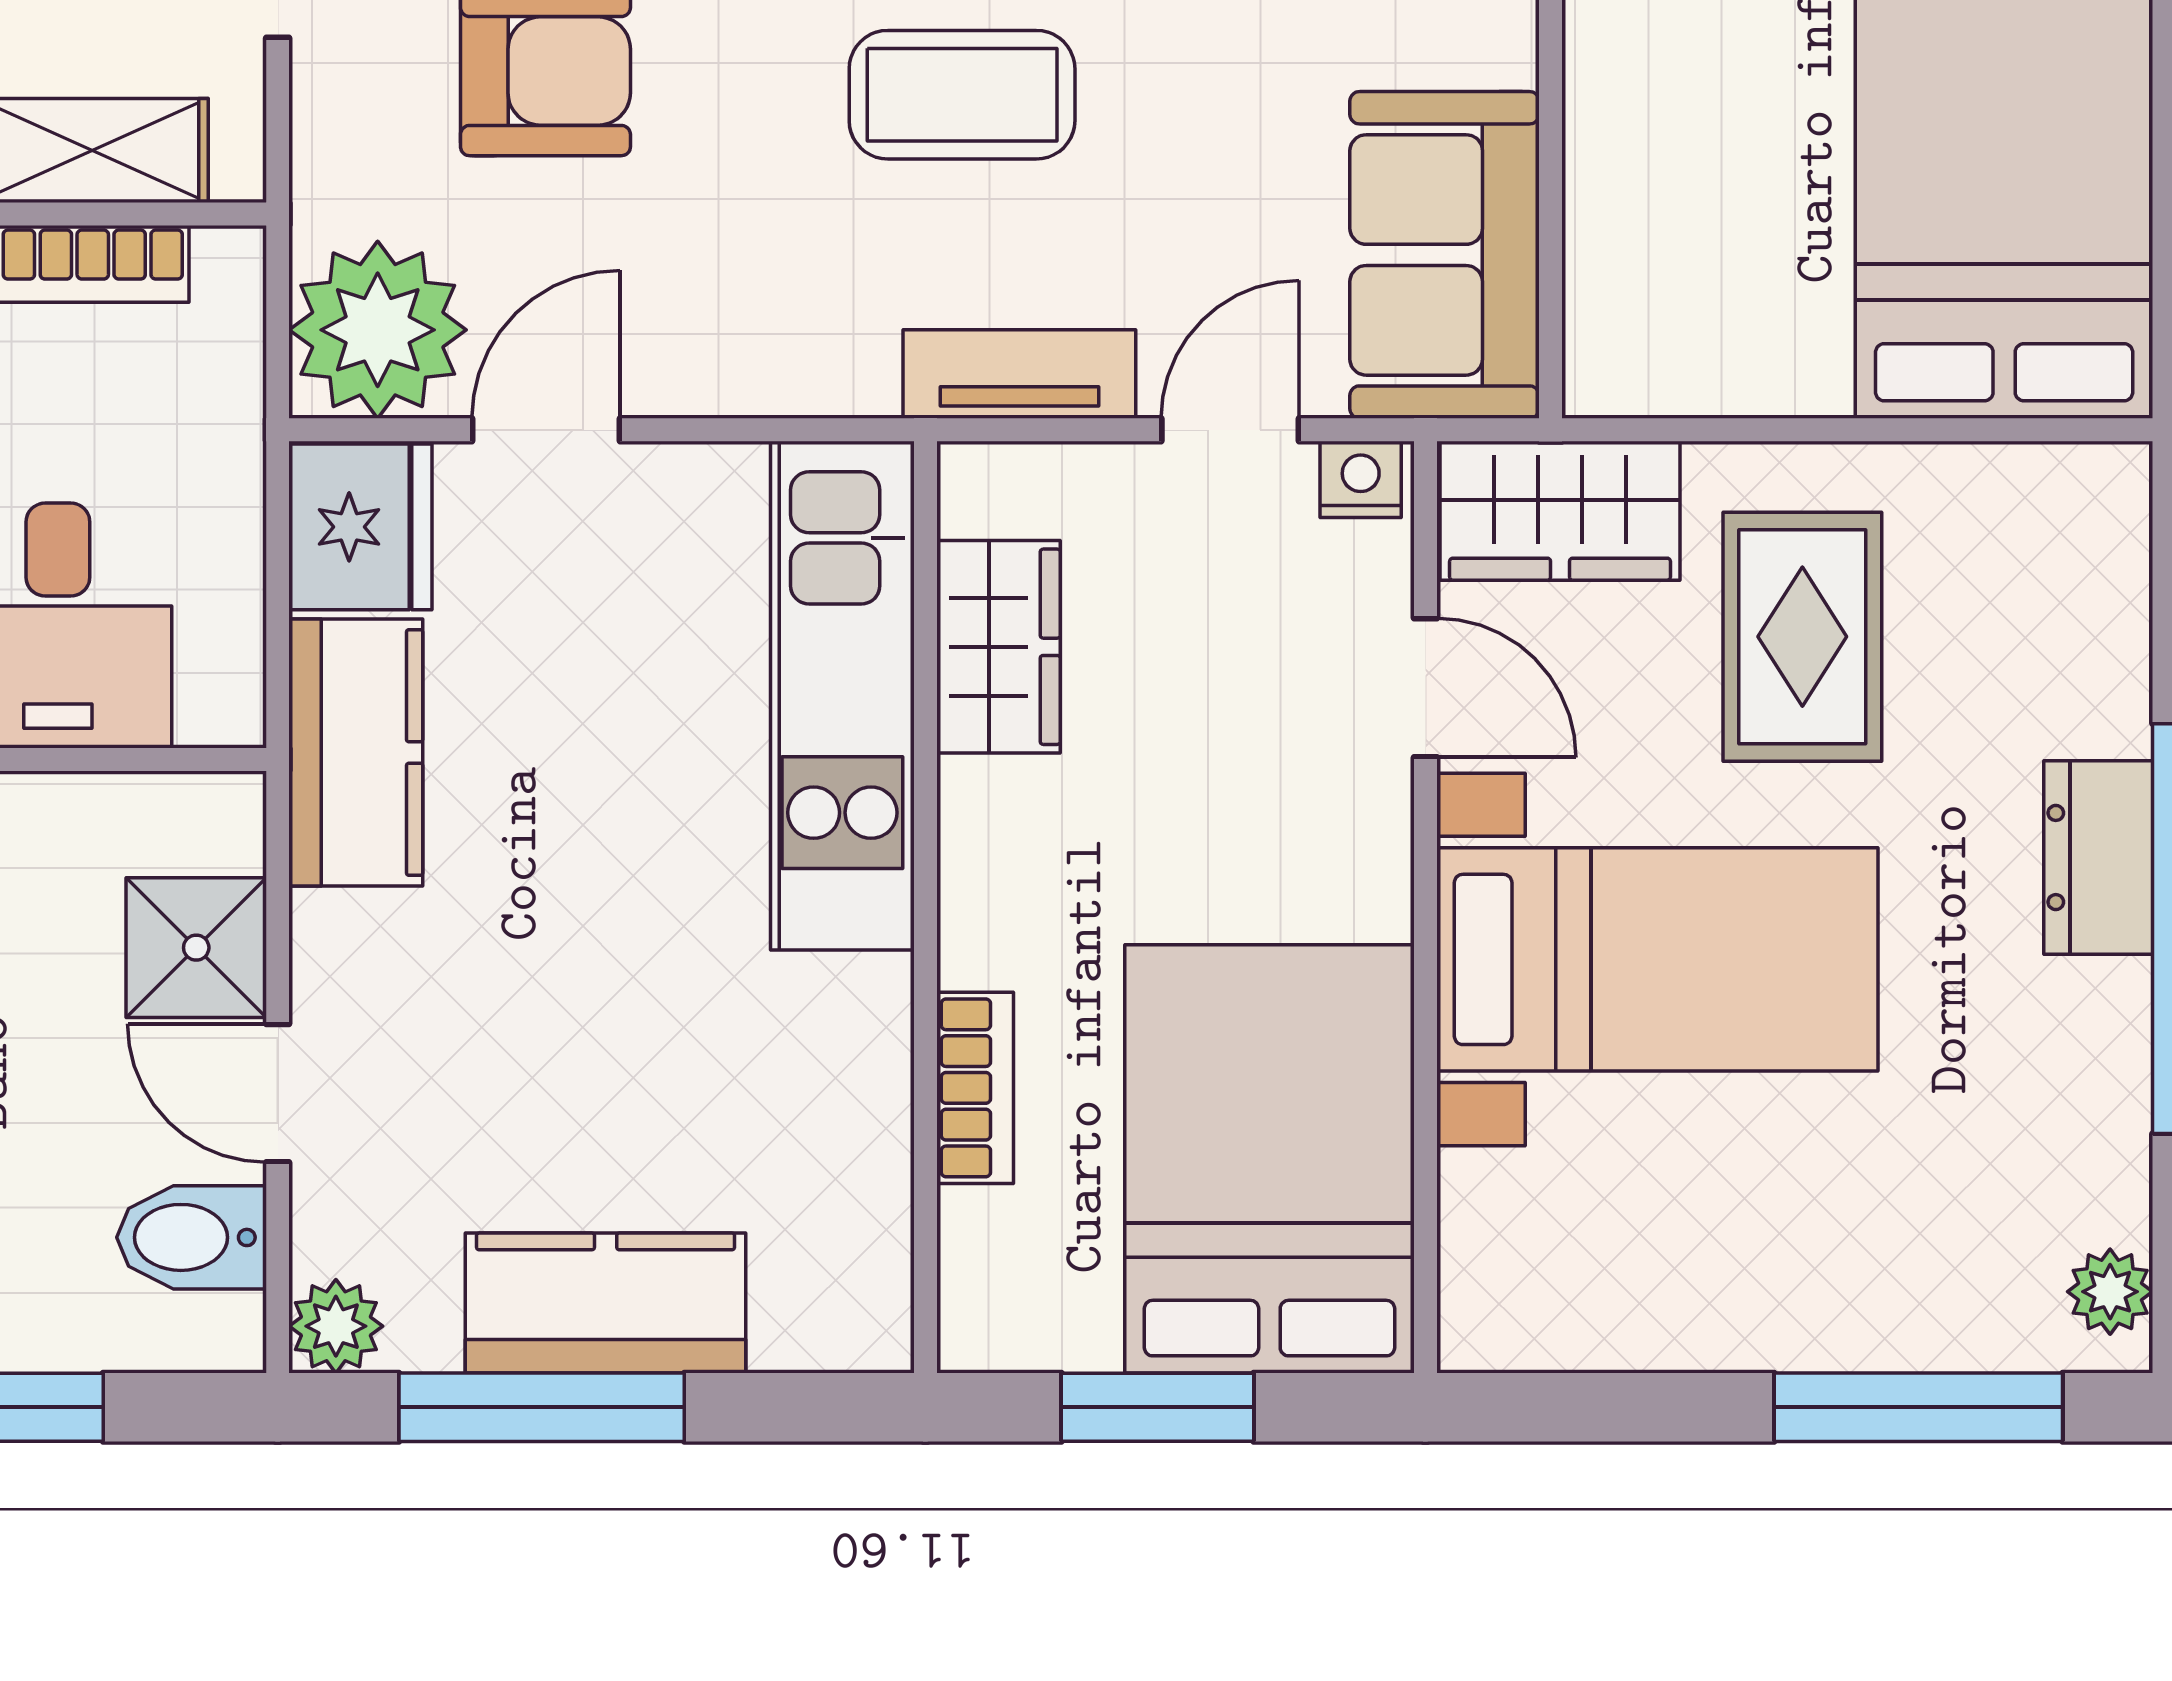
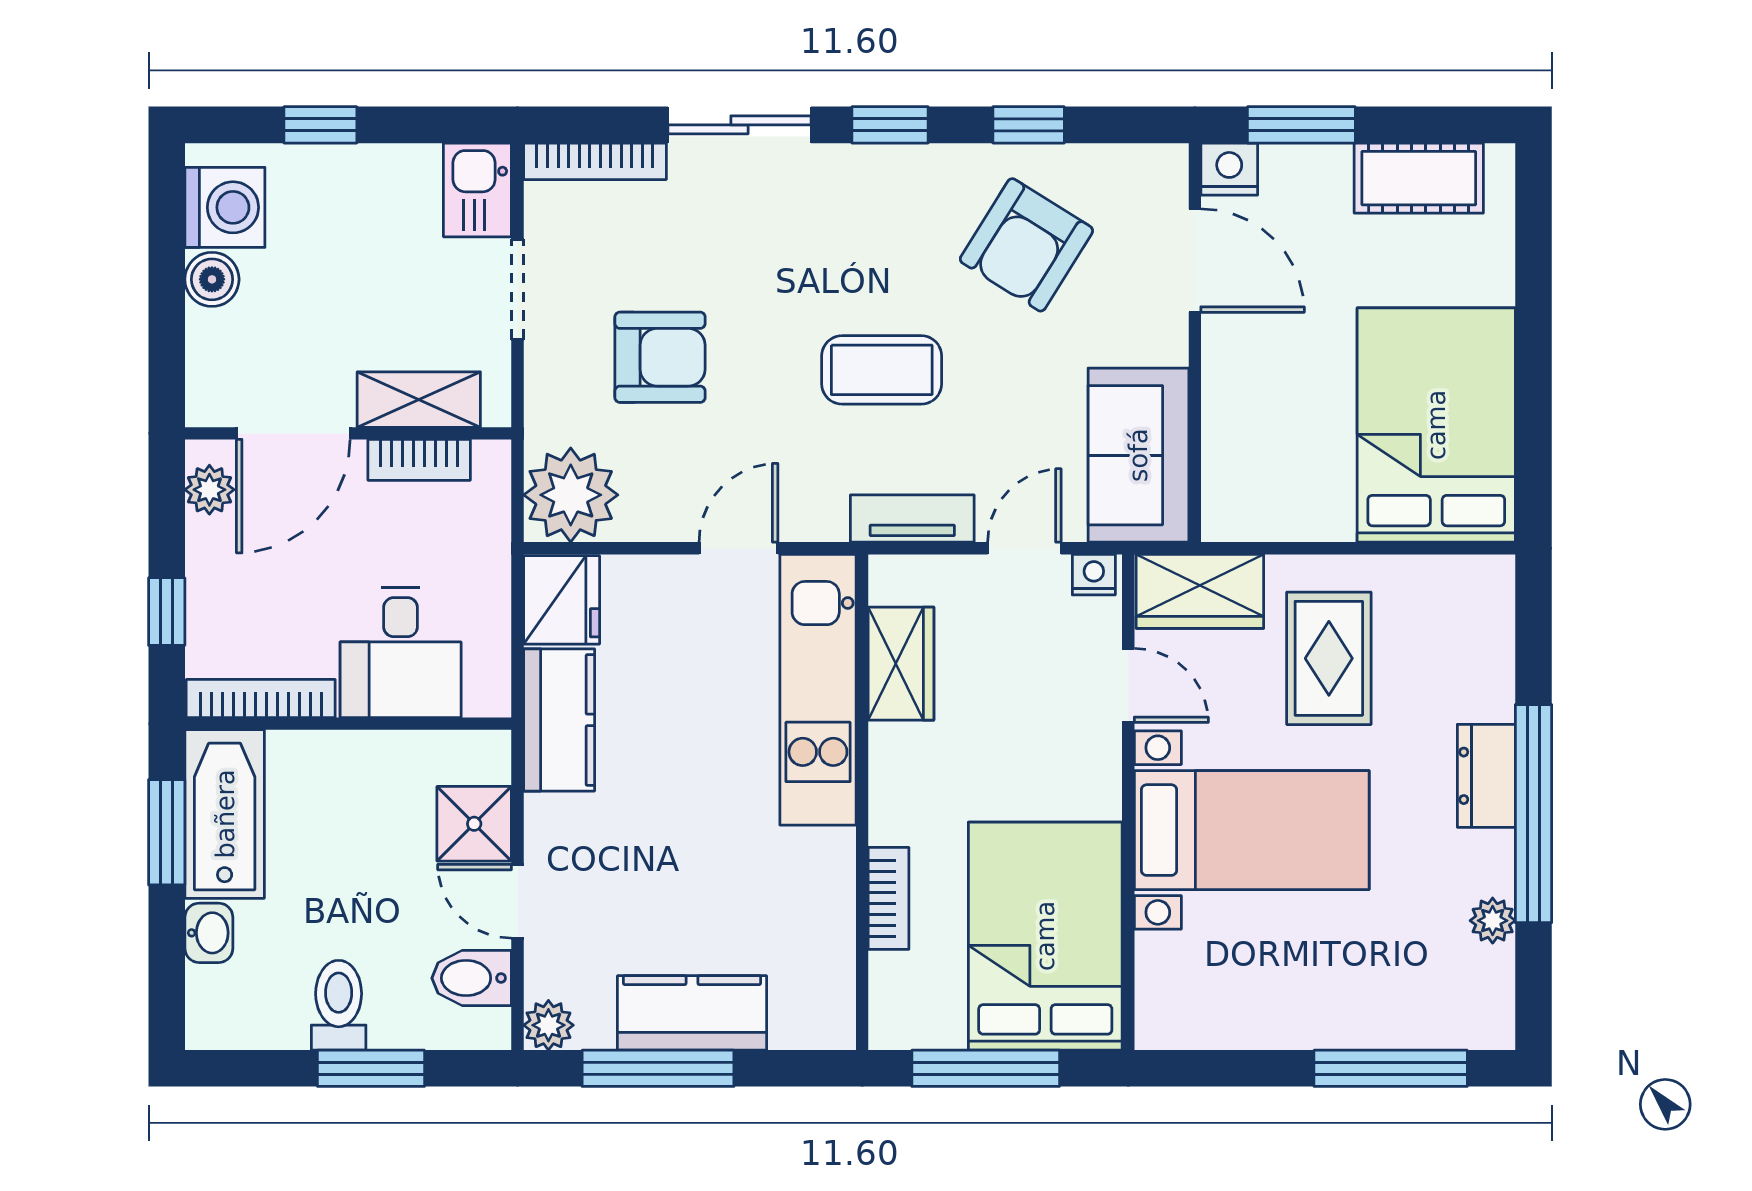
door: (546, 430) -> (738, 548), moved
plant: (2110, 1292) -> (1493, 921), moved
window: (1157, 1407) -> (986, 1068), width x1.44

